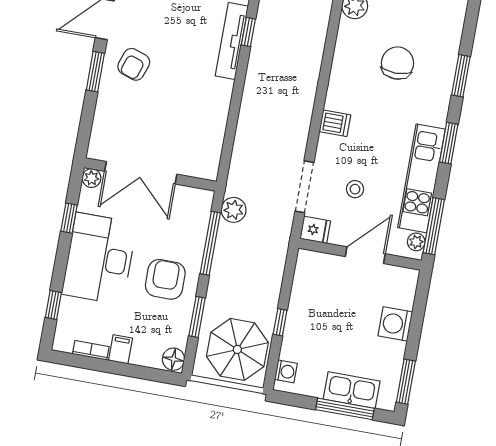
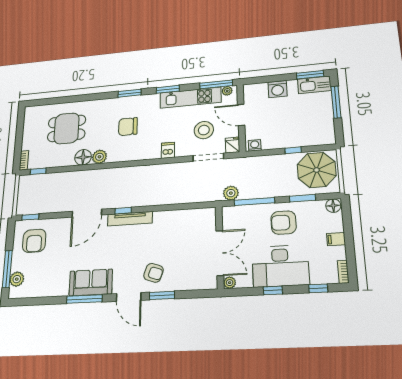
stool: (355, 189) -> (204, 130), width x1.89, depth x1.89
window: (69, 218) -> (273, 290), moved
bookcase: (91, 350) -> (343, 272), moved
washing machine: (286, 371) -> (255, 145), moved
kitchen sink: (352, 390) -> (314, 85), moved, turned -90

